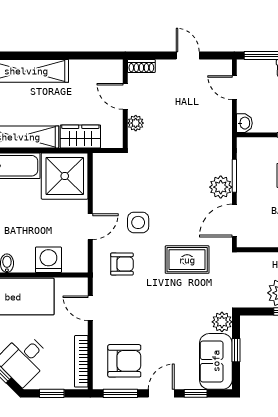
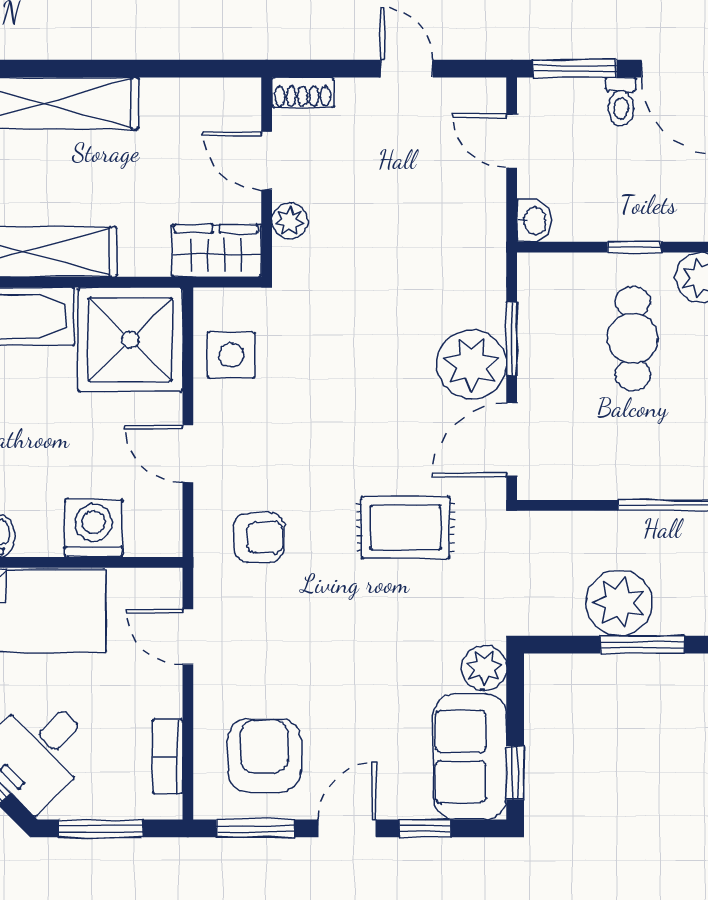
wardrobe: (80, 136) -> (216, 251), moved
plant: (221, 187) -> (472, 364), width x1.36, depth x1.36
side table: (138, 222) -> (231, 355), moved
door: (90, 227) -> (188, 454), swing flipped
window: (236, 350) -> (515, 773), moved
bookcase: (81, 361) -> (168, 756), width x0.64
armchair: (124, 361) -> (264, 755), turned -90
window: (52, 393) -> (101, 828), width x1.50

